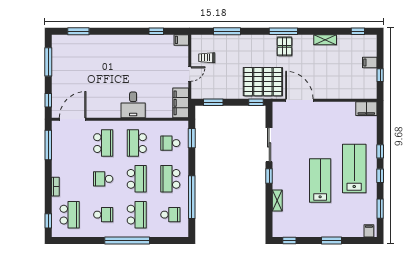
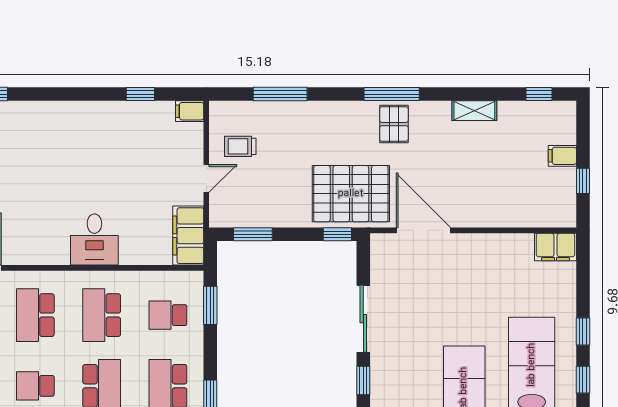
school desk: (103, 143) -> (35, 315), turned 180

